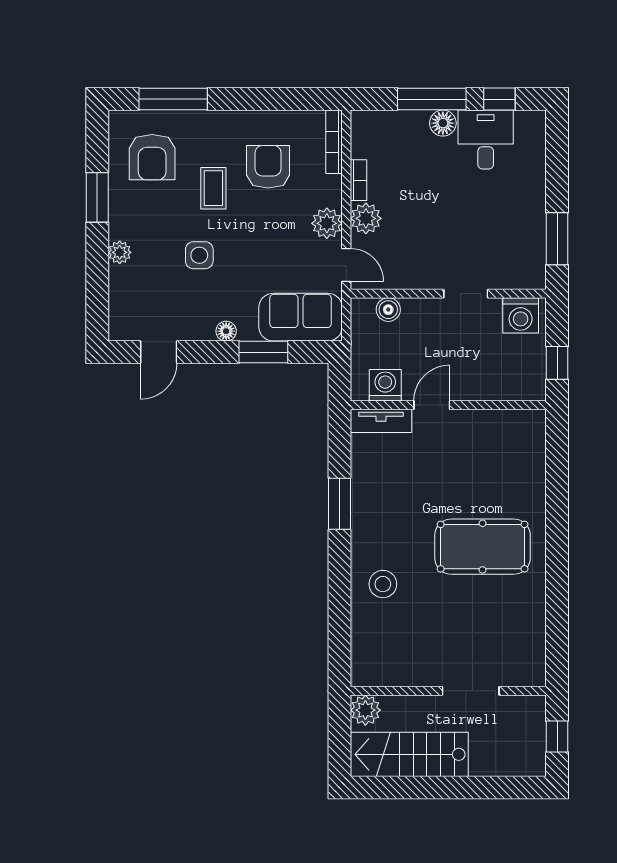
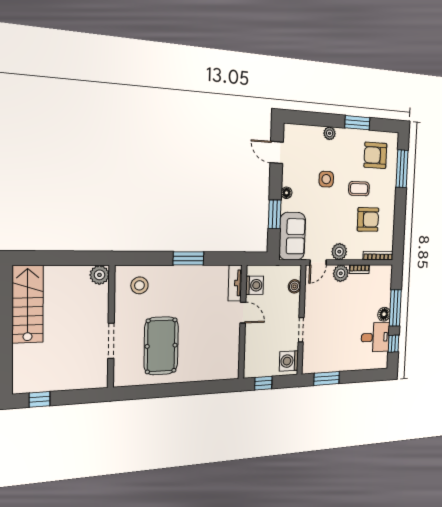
wall: (448, 691) -> (111, 327), moved
doorway: (471, 691) -> (111, 341), moved
plant: (365, 710) -> (99, 275), moved

